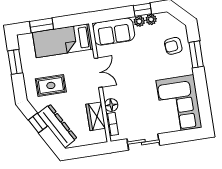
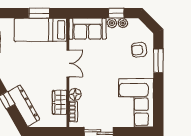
window: (42, 25) -> (39, 13), moved
rug: (51, 85) -> (24, 68), removed

